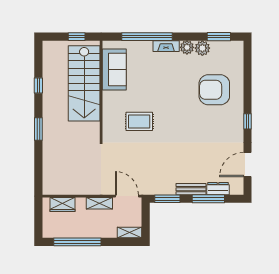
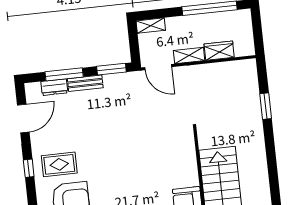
window: (38, 86) -> (274, 183), removed
rug: (139, 121) -> (59, 164), moved
window: (38, 129) -> (266, 106), moved
wardrobe: (63, 205) -> (219, 51), moved

